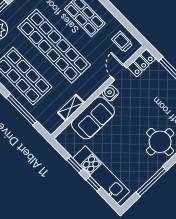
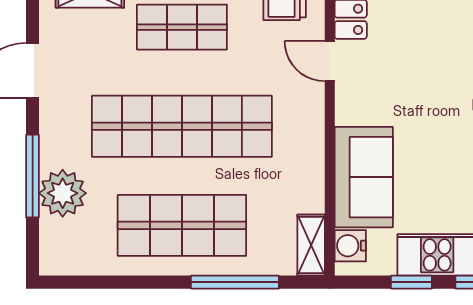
water cooler: (110, 93) -> (350, 246), moved
shelving: (71, 108) -> (311, 245), moved

